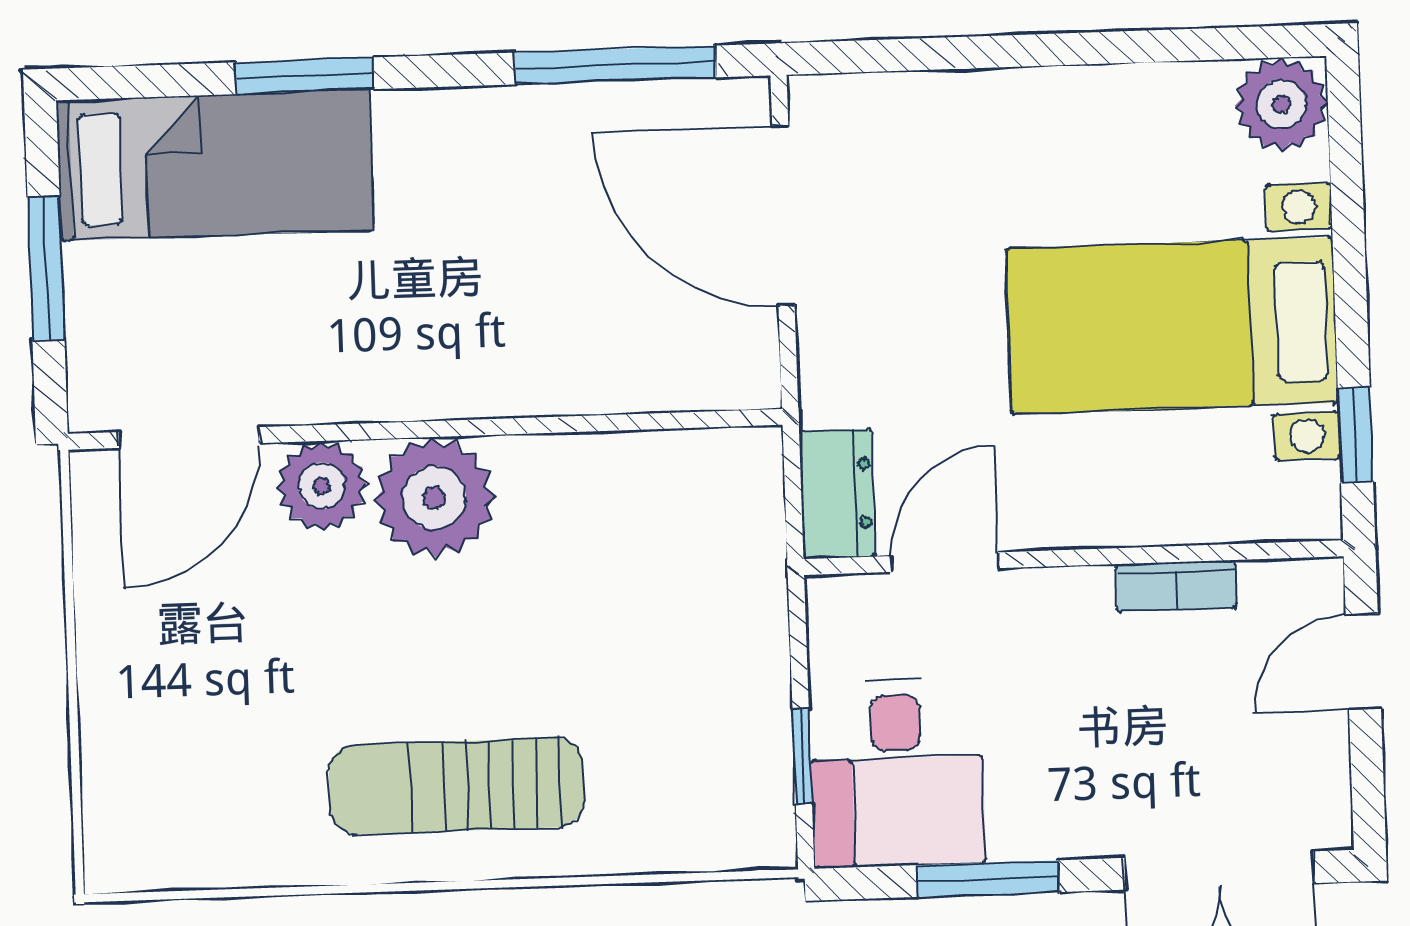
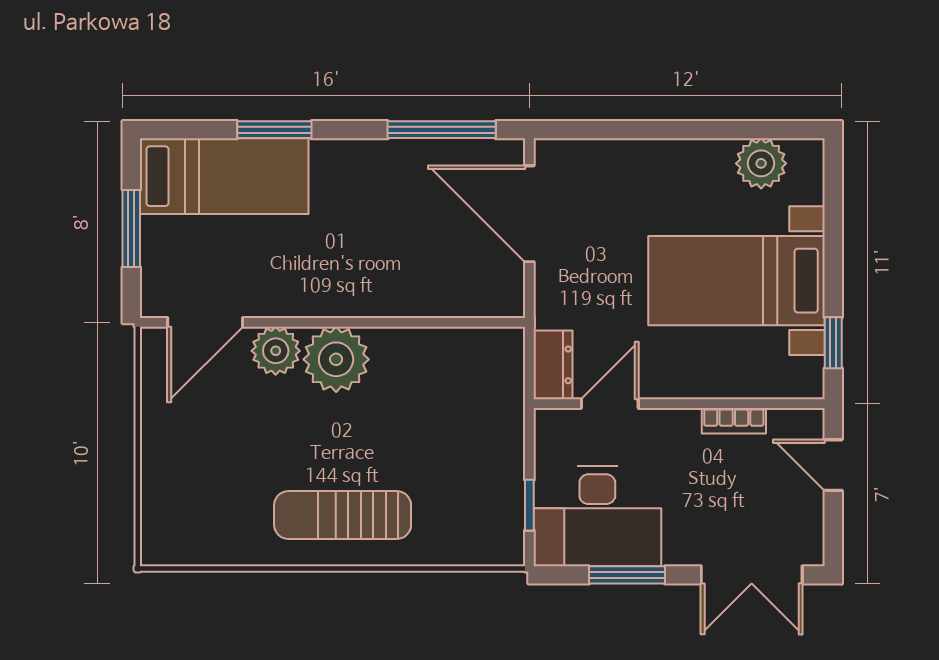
plant: (1281, 104) -> (761, 163), moved
door: (1363, 662) -> (833, 465), hinge flipped
desk: (897, 773) -> (597, 516), width x1.37

